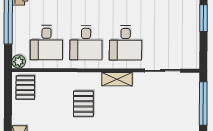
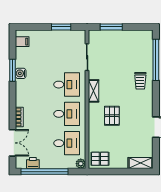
window: (203, 18) -> (61, 27), moved
window: (203, 103) -> (111, 27), width x0.69
pallet: (83, 104) -> (112, 116), turned 90

